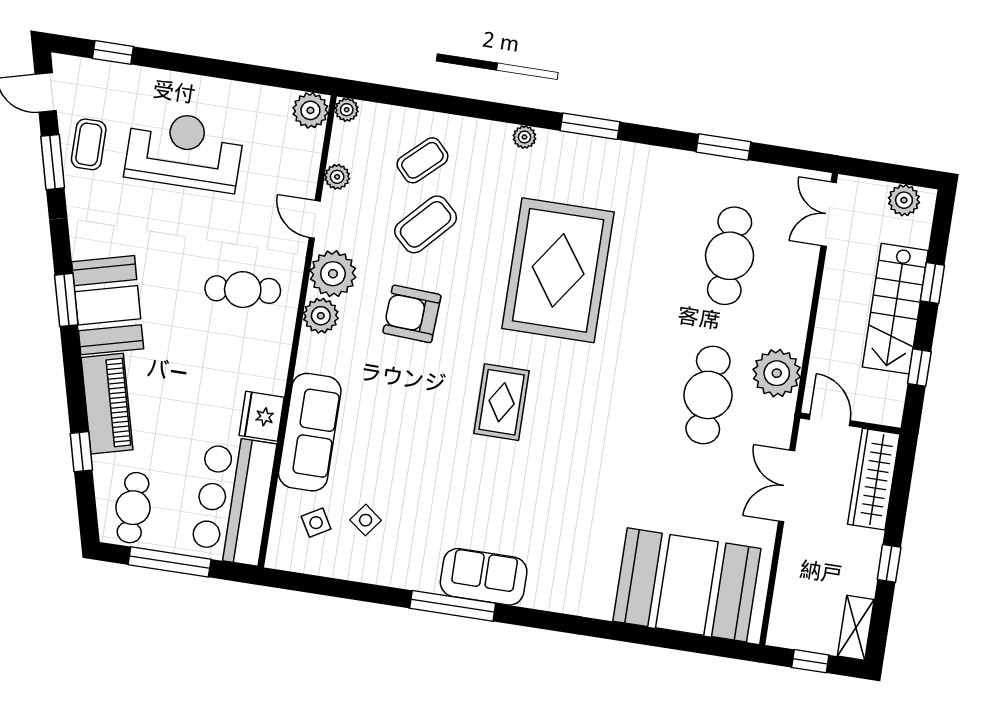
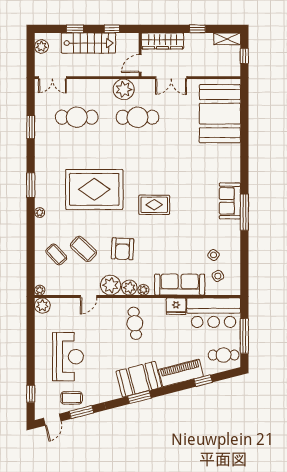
reception desk: (184, 151) -> (68, 357), turned 180
plant: (337, 177) -> (143, 290), moved
cafe table: (243, 290) -> (135, 323), moved

